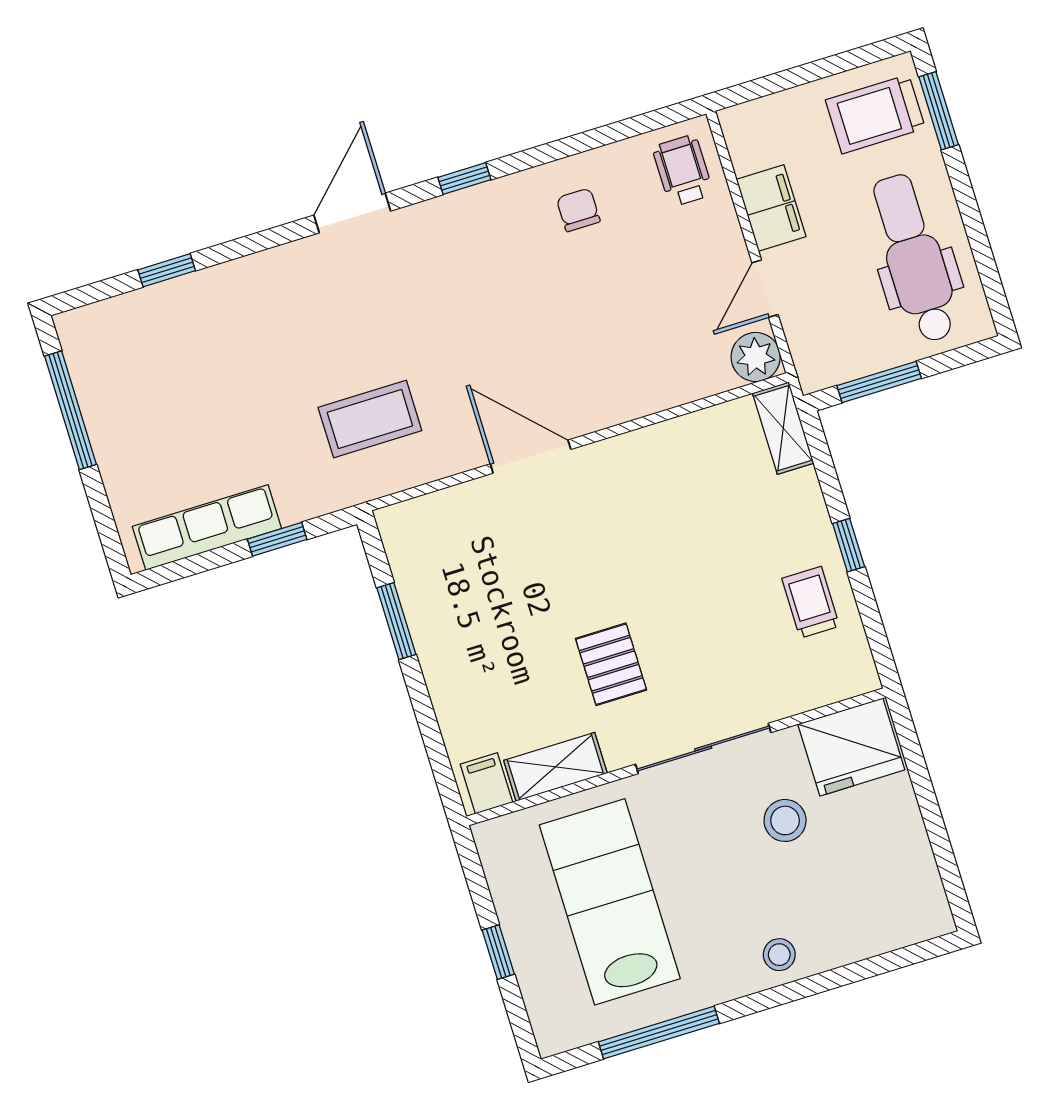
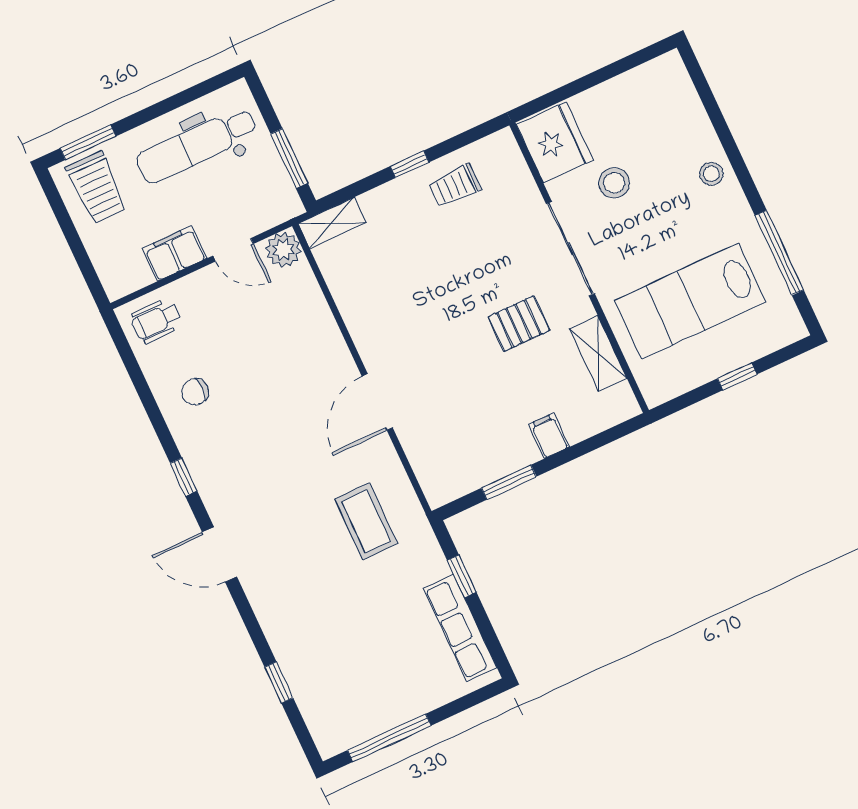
filing cabinet: (486, 783) -> (549, 436), moved, turned 90

